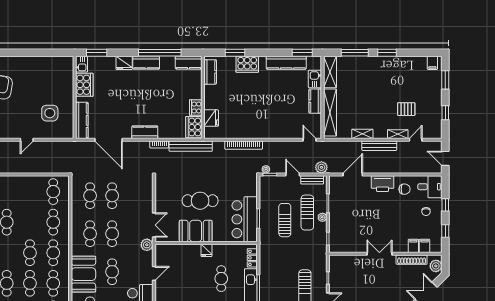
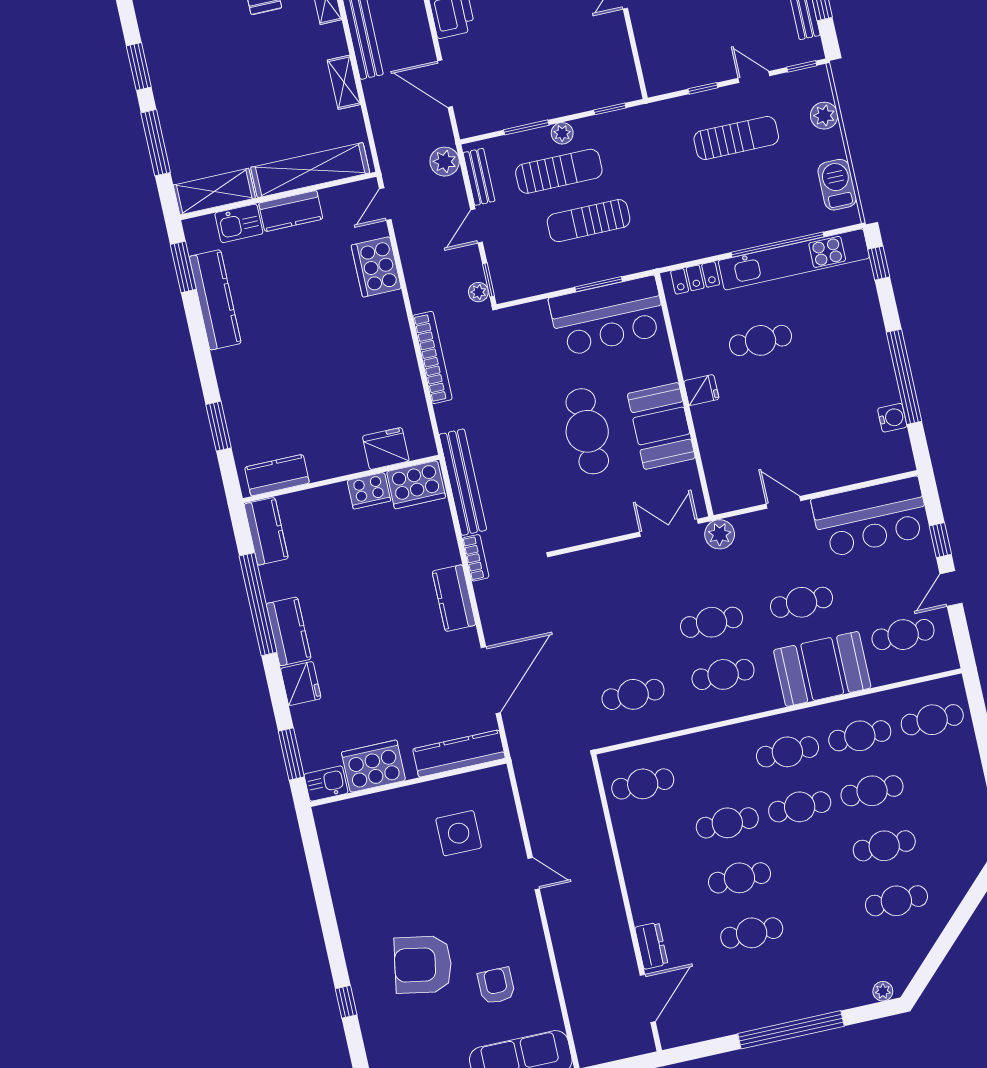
cooker: (247, 64) -> (376, 267), moved, turned 180
cafe table: (112, 196) -> (622, 642), removed
cafe table: (53, 222) -> (727, 823), moved

